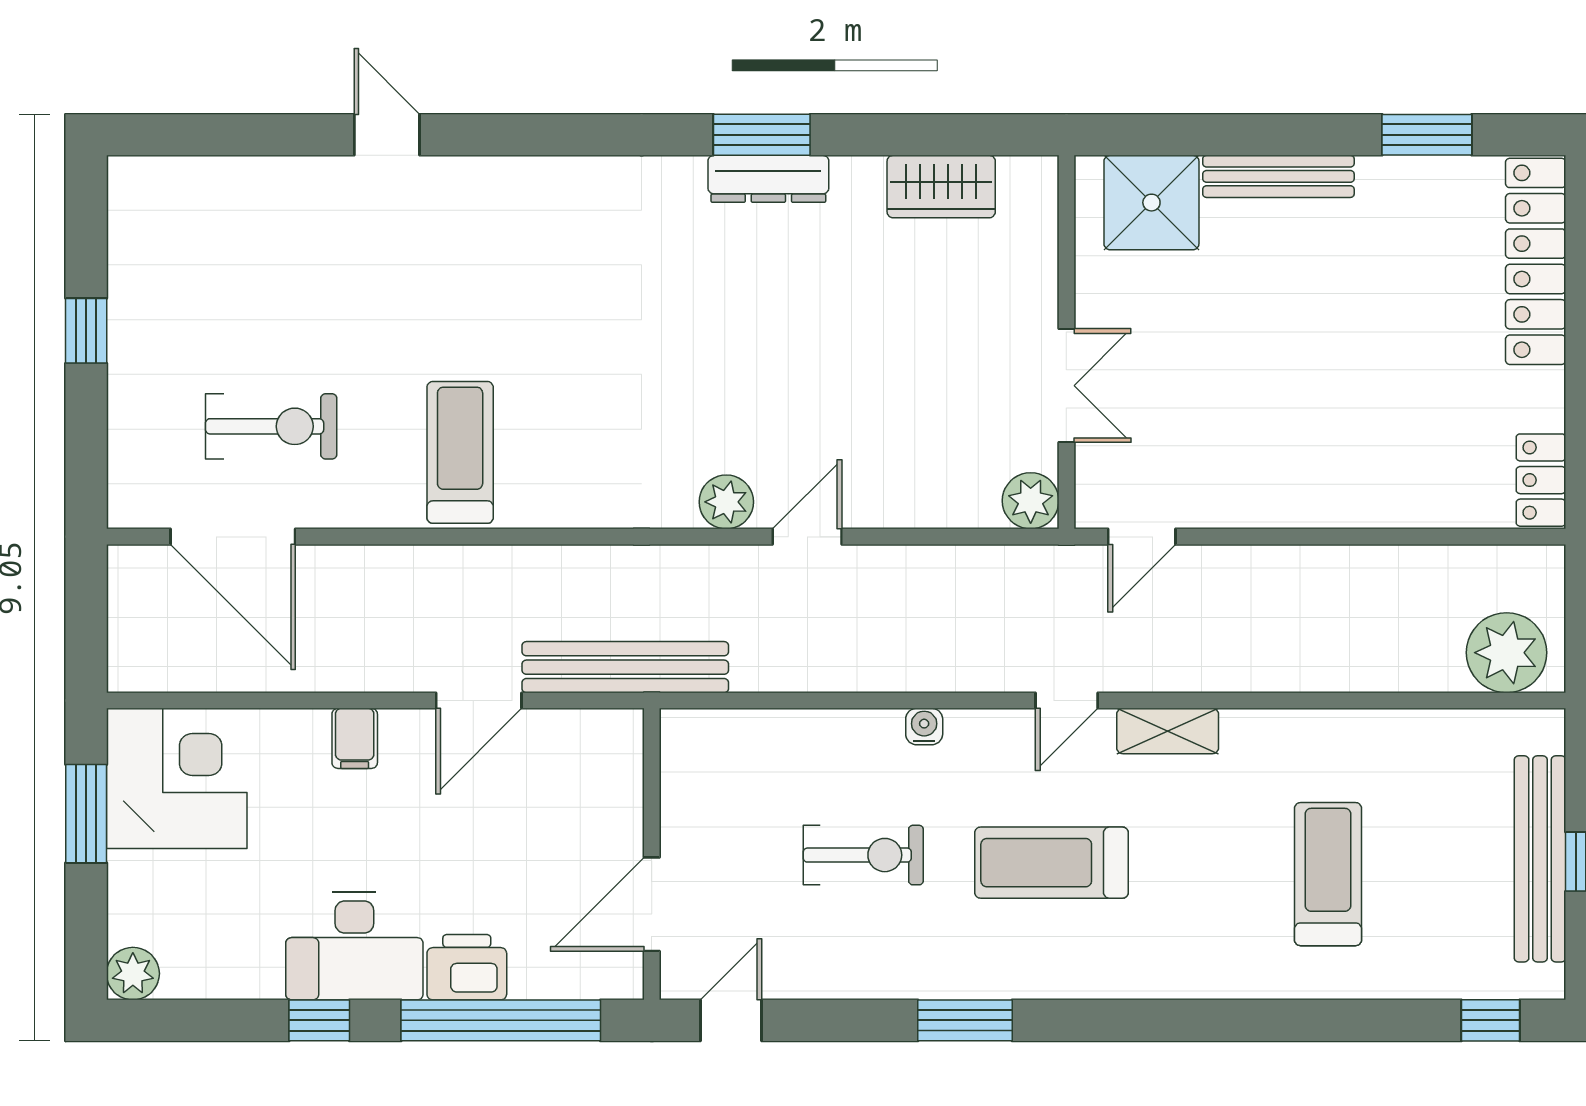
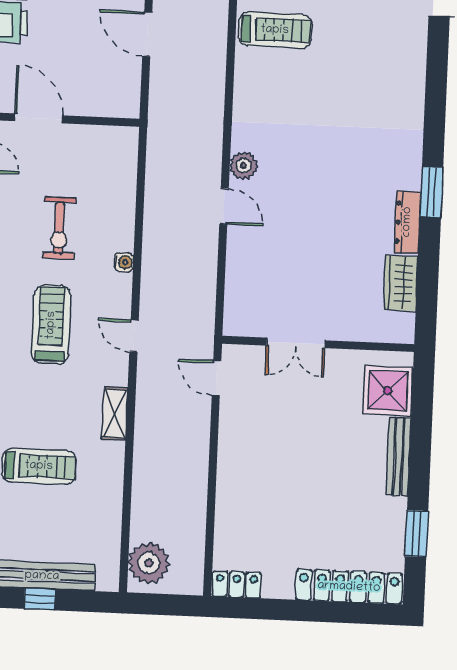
dresser: (768, 179) -> (407, 222), moved
plant: (1031, 501) -> (237, 322), removed
bench: (625, 667) -> (161, 110), removed
shelving: (1168, 731) -> (115, 414), moved

